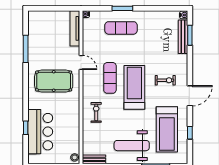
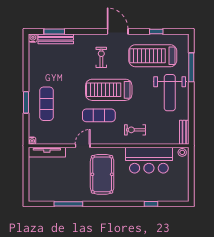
treadmill: (167, 129) -> (153, 56), turned 180
bar counter: (40, 132) -> (149, 160), moved, turned 180

